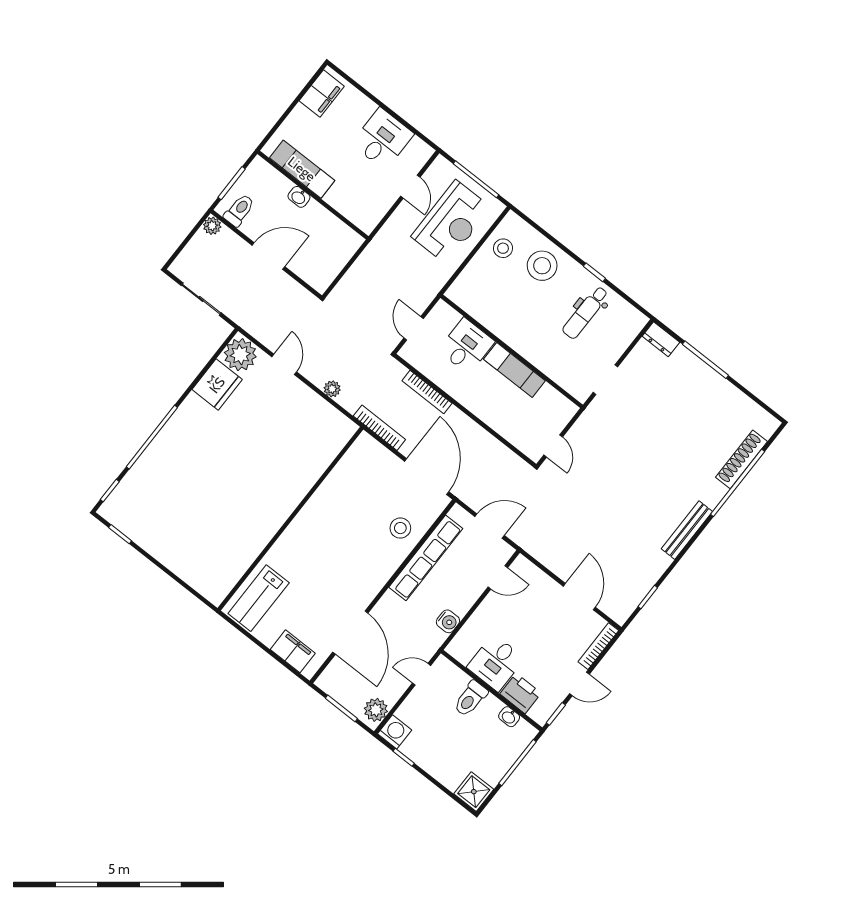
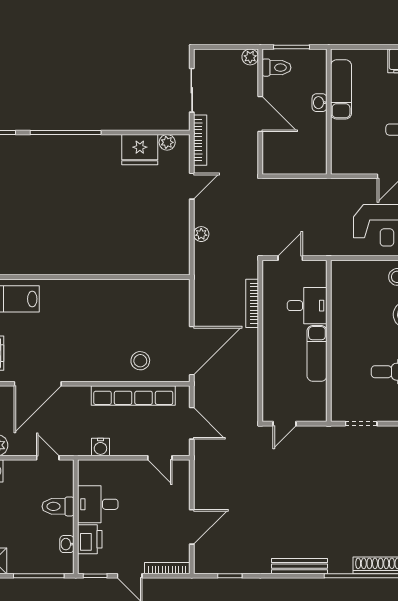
plant: (240, 355) -> (167, 142), width x0.53, depth x0.53
bookcase: (379, 428) -> (200, 140), moved

